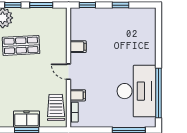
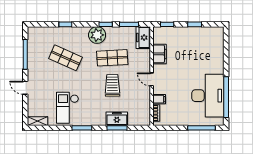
freezer: (58, 21) -> (143, 38), added
filing cabinet: (78, 47) -> (160, 54), width x2.00
trolley: (56, 107) -> (112, 85), moved

